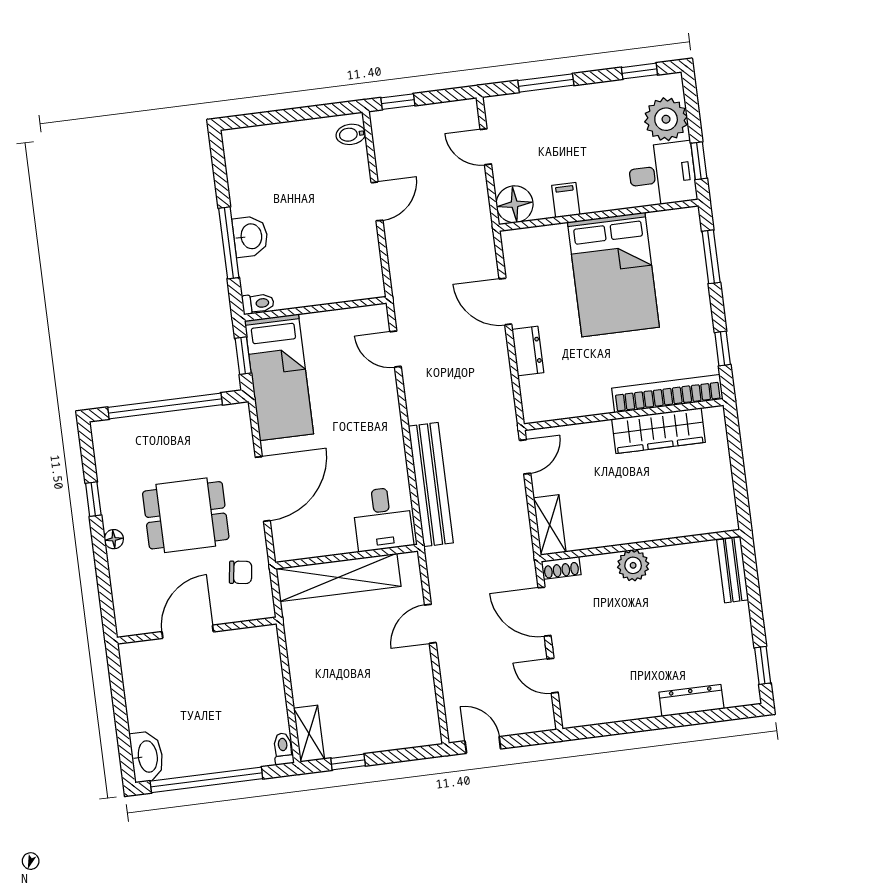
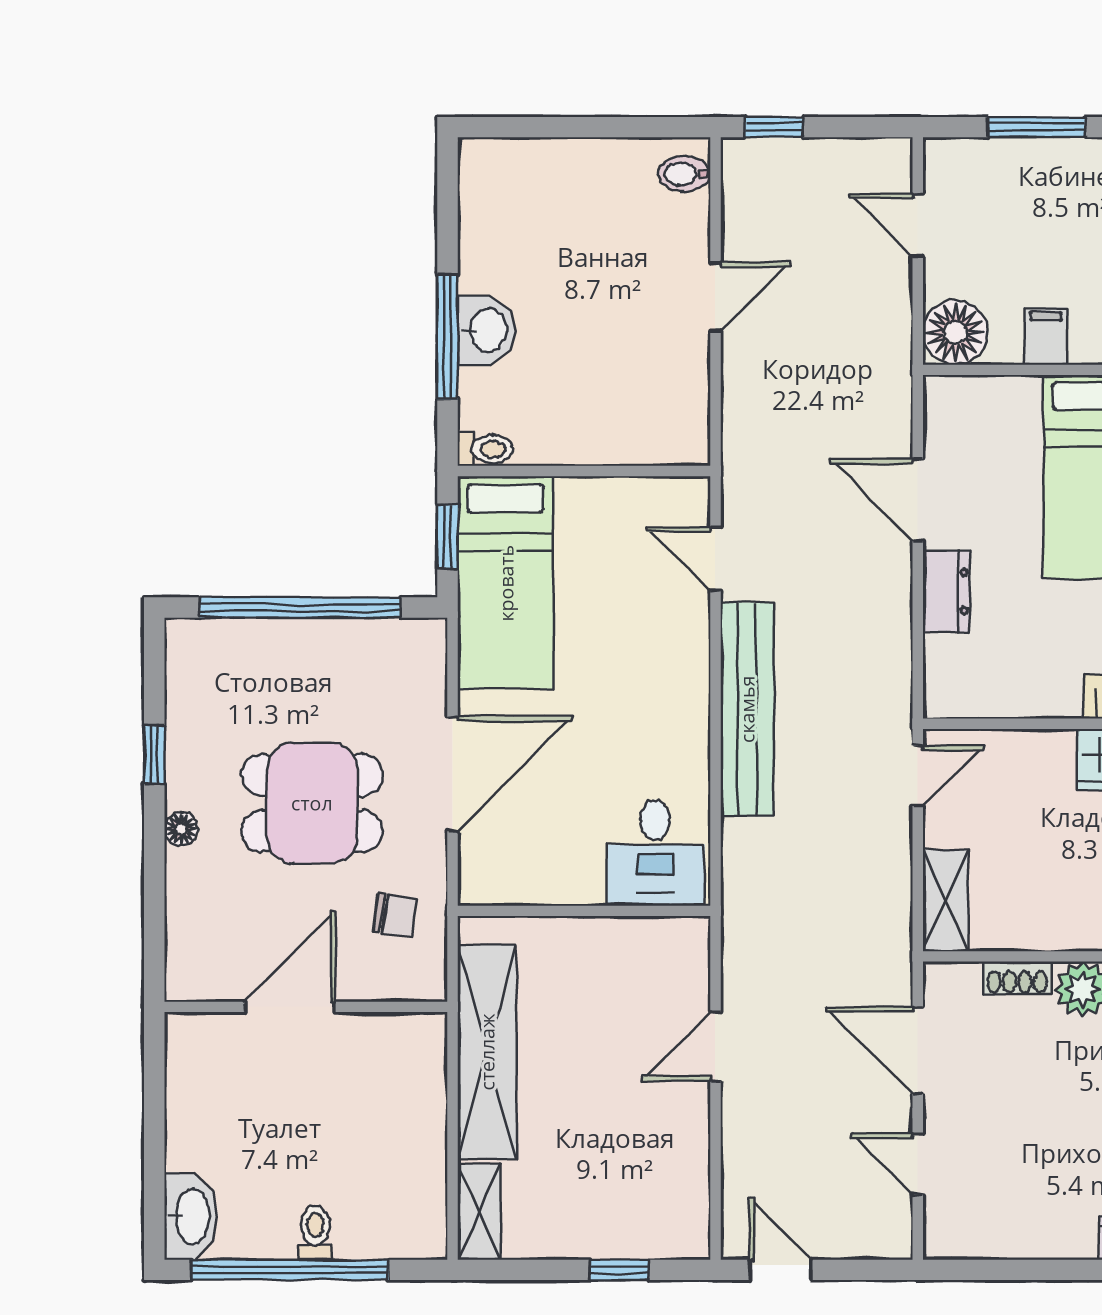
bench: (431, 485) -> (747, 709), moved
shoe rack: (561, 568) -> (1017, 978), moved
shelving: (338, 577) -> (487, 1052), moved, turned 90
toilet: (283, 749) -> (315, 1233), moved
window: (348, 762) -> (620, 1270), moved

